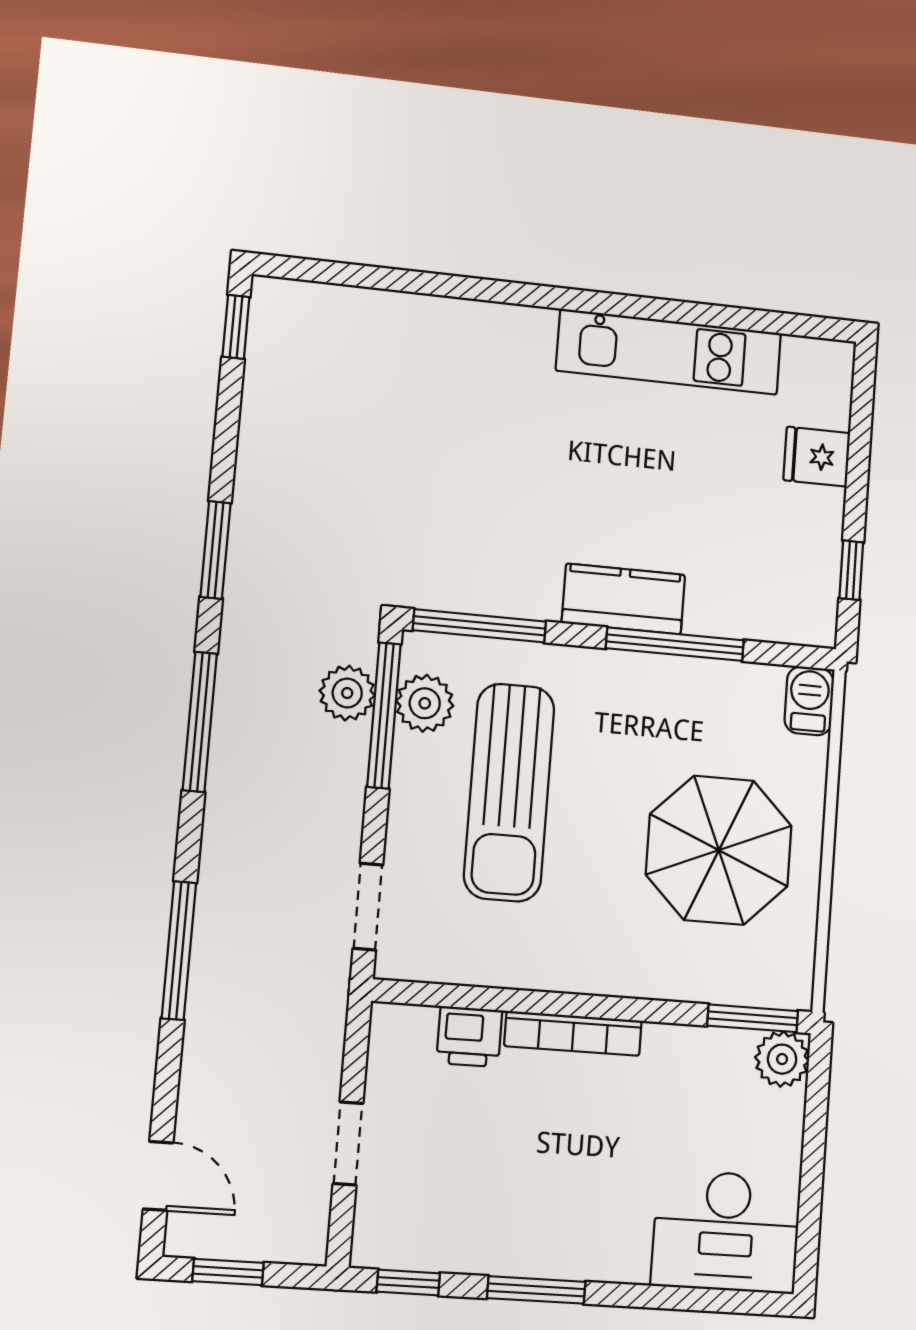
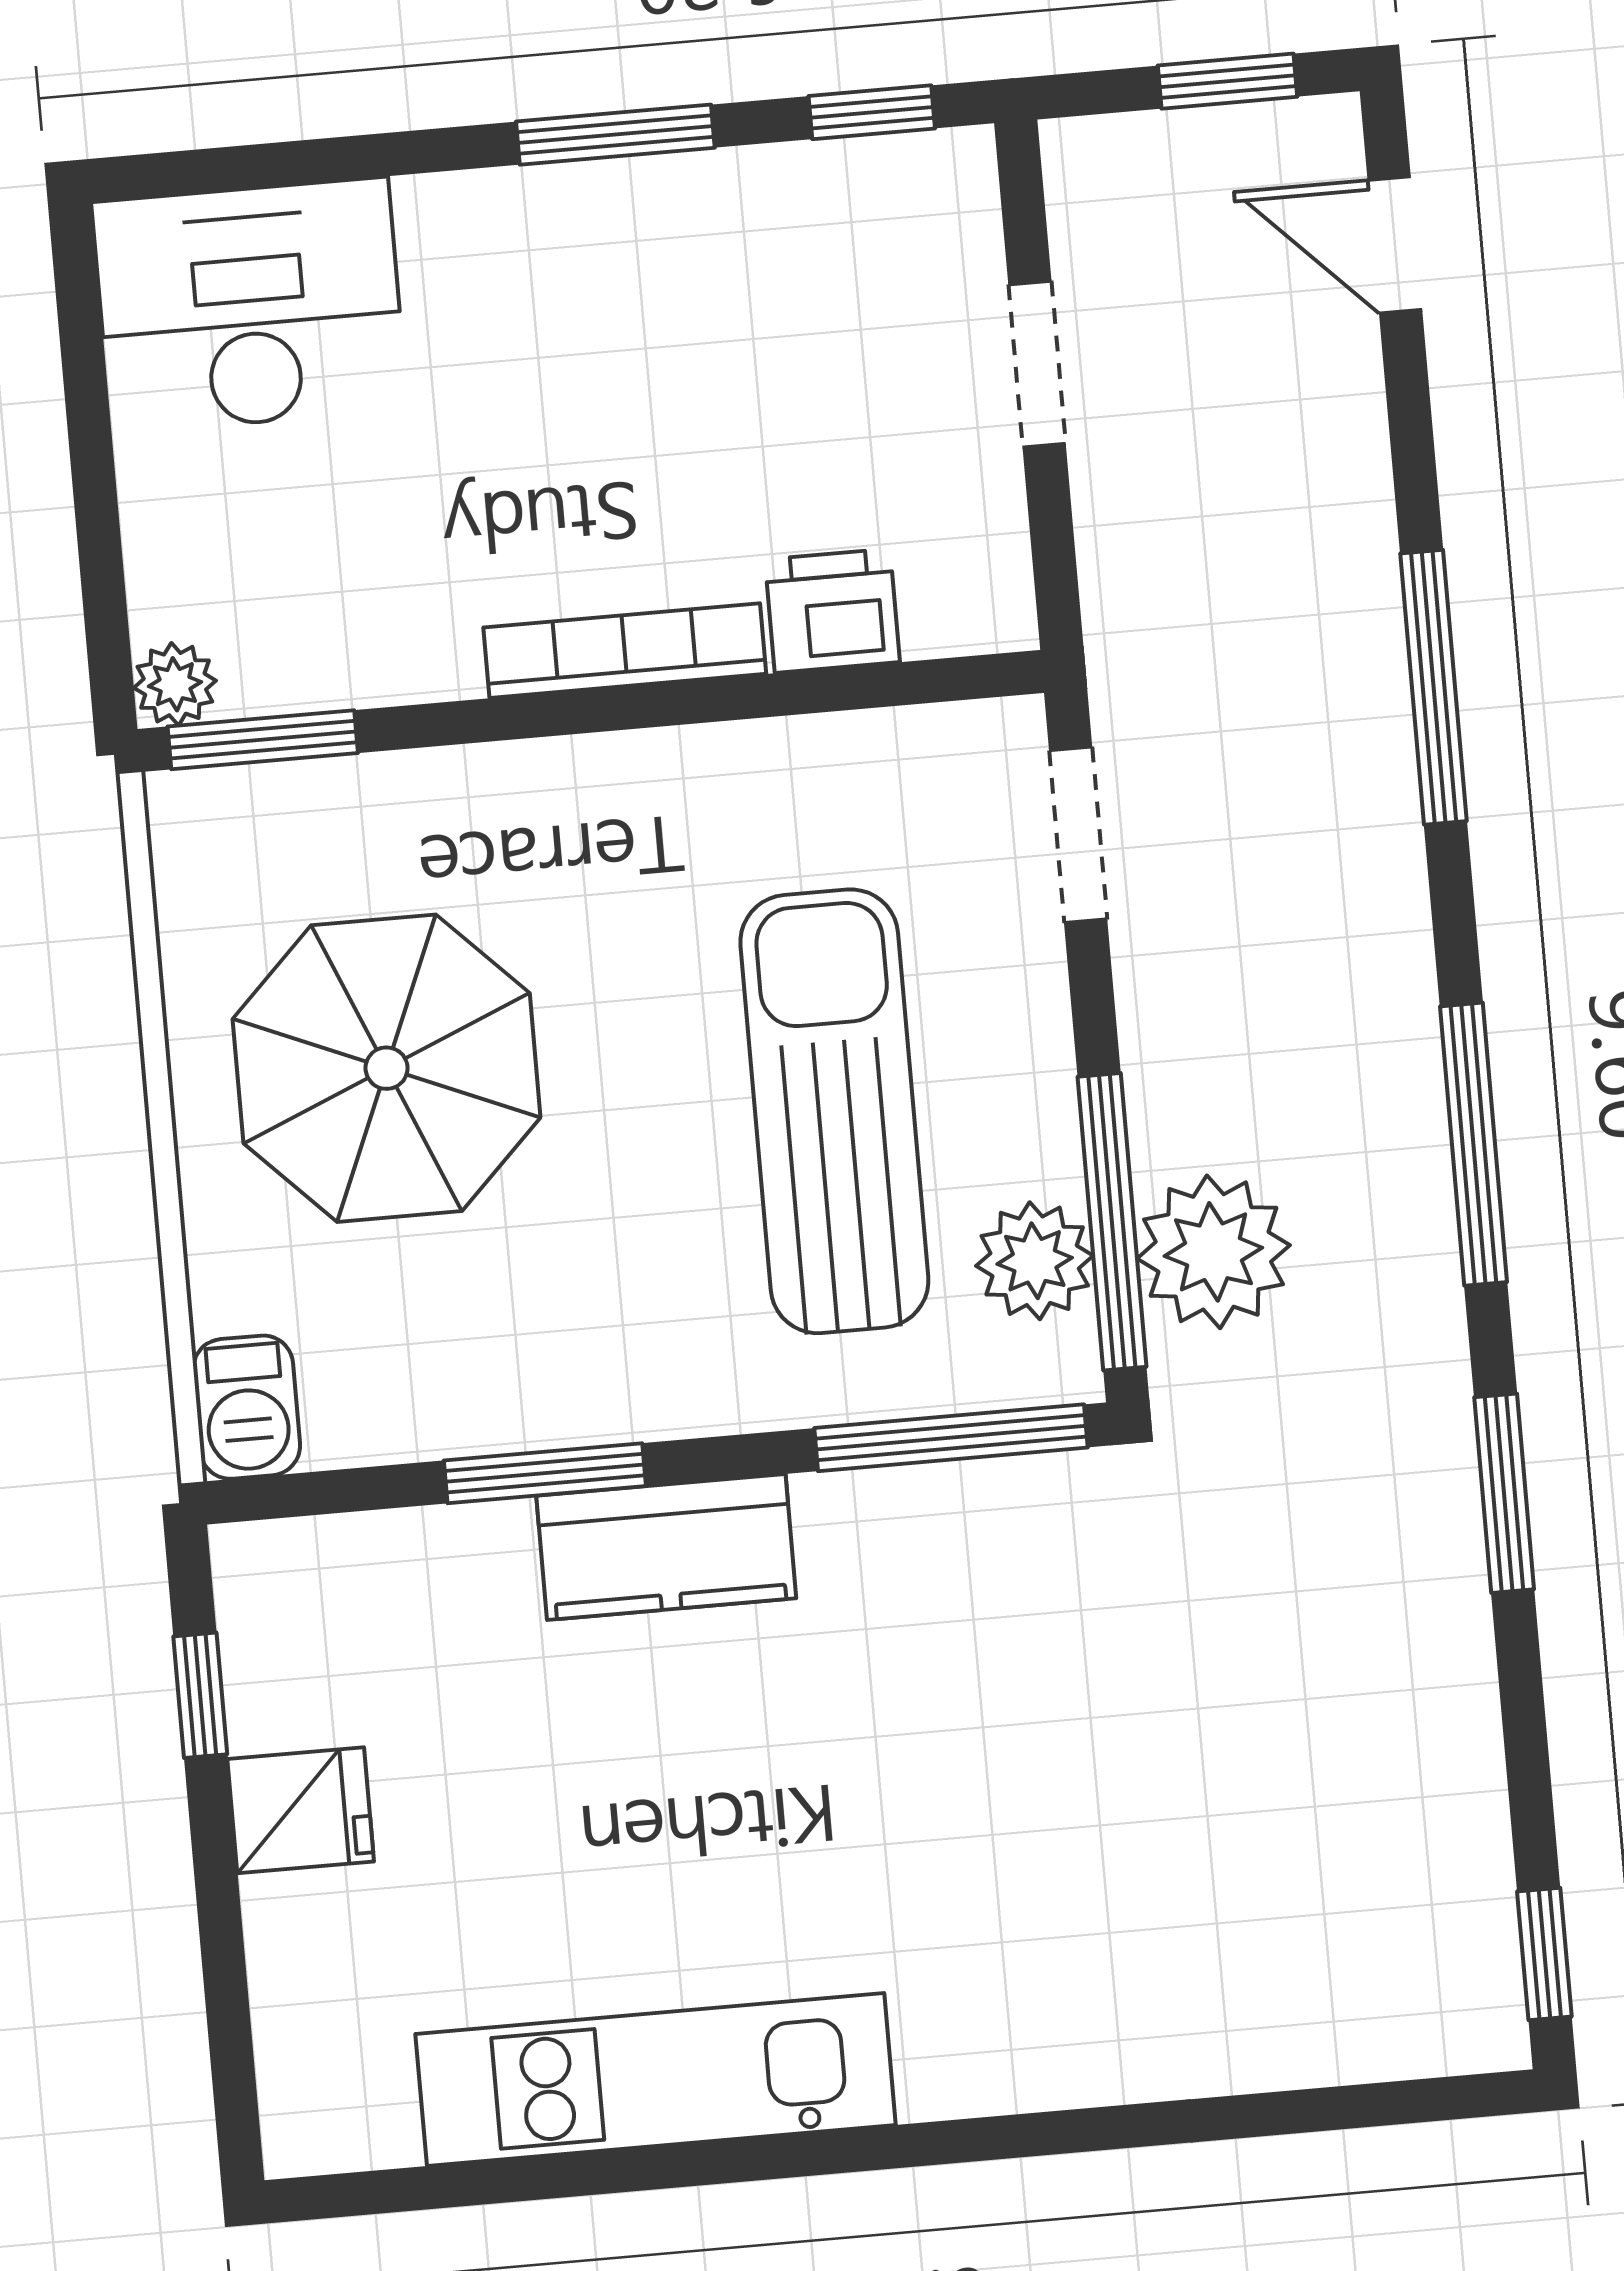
fridge: (817, 457) -> (301, 1810), moved
window: (675, 644) -> (545, 1473), width x0.69
plant: (347, 693) -> (1213, 1252), width x1.36, depth x1.36
plant: (782, 1059) -> (175, 684), width x0.73, depth x0.73

